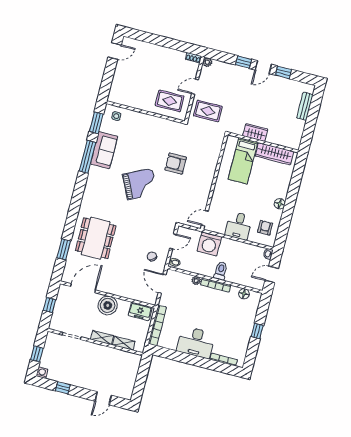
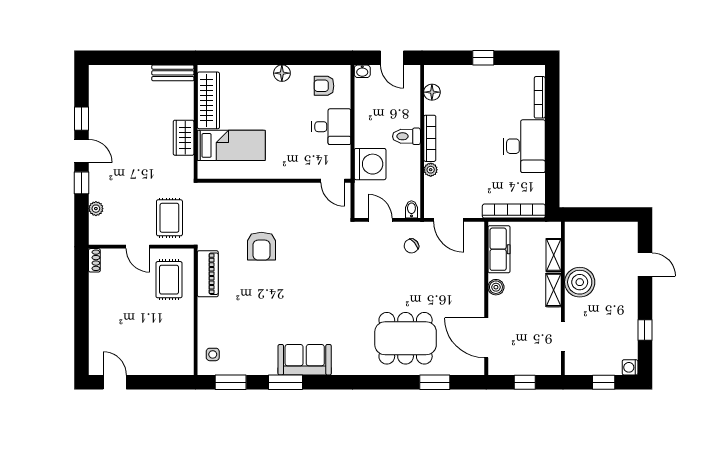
plant: (207, 62) -> (96, 209), moved
bench: (305, 106) -> (173, 73), moved
piano: (167, 126) -> (208, 274), added
sofa: (104, 150) -> (305, 360), moved
window: (88, 157) -> (285, 382), width x0.69
grand piano: (140, 184) -> (307, 292), removed
door: (162, 284) -> (449, 220), hinge flipped
boiler: (108, 305) -> (496, 287), width x0.54, depth x0.54
freezer: (140, 311) -> (499, 249), width x1.40
boiler: (103, 355) -> (580, 282), added

